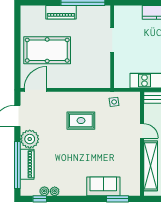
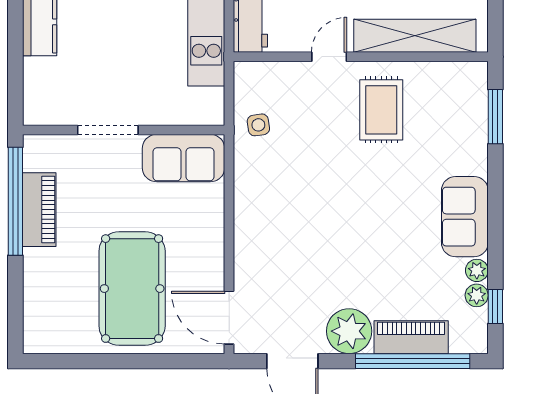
piano: (61, 12) -> (39, 210), moved
sofa: (101, 71) -> (183, 158), added
rug: (81, 121) -> (381, 110), moved
sofa: (103, 186) -> (465, 217), moved

